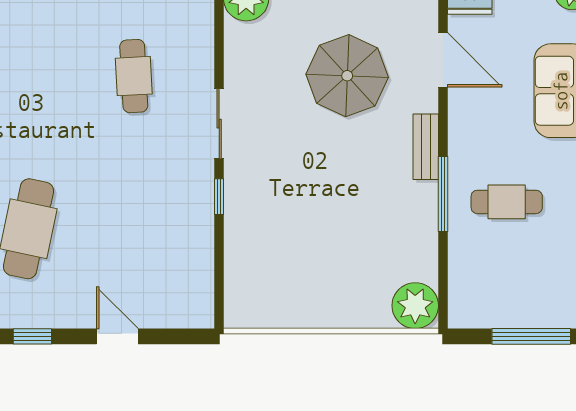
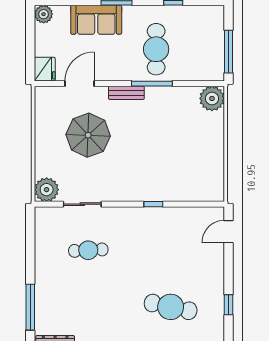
sliding door: (219, 124) -> (82, 204), moved
cafe table: (507, 202) -> (156, 49), width x1.37, depth x1.35
door: (117, 336) -> (229, 232), moved
window: (531, 336) -> (229, 52), moved

